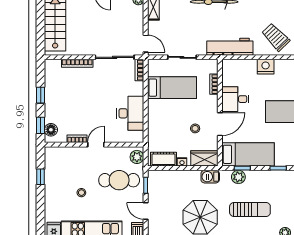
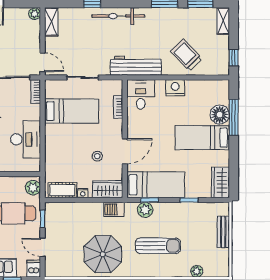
desk: (235, 99) -> (141, 95), moved, turned 90

